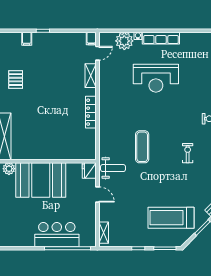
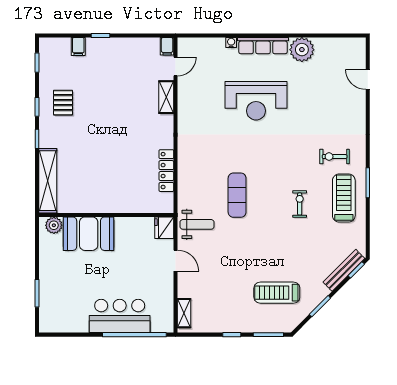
plant: (124, 41) -> (302, 50), moved
locker: (91, 112) -> (166, 171), moved
booth: (41, 180) -> (89, 234), width x0.73, depth x0.70
treadmill: (171, 218) -> (277, 293), width x0.73, depth x0.73

